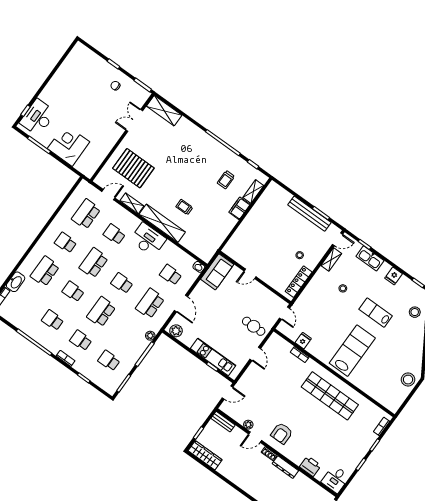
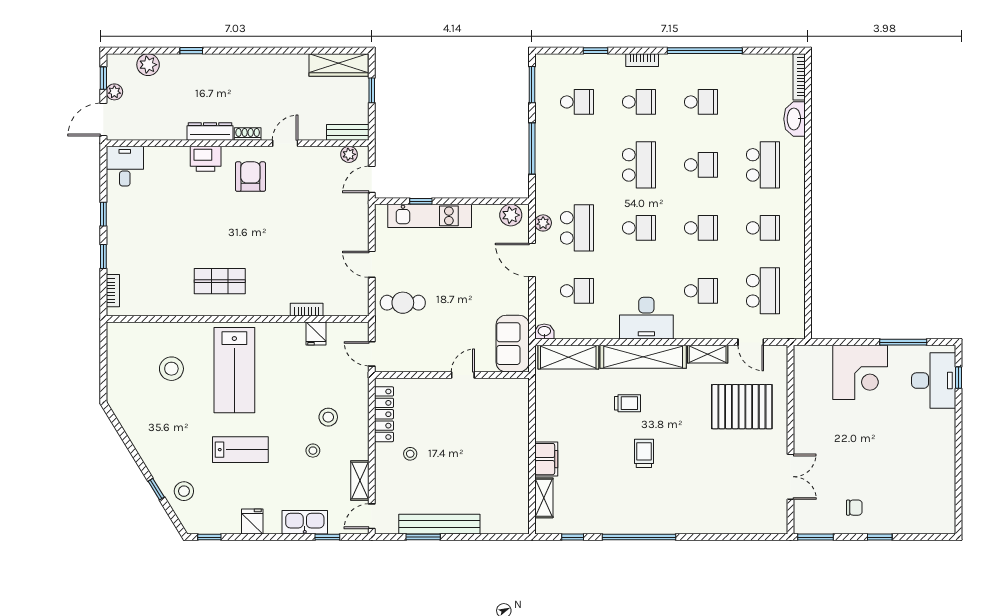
shelving: (164, 111) -> (568, 357), moved
trolley: (226, 180) -> (644, 453), moved
door: (108, 195) -> (751, 342), hinge flipped
school desk: (94, 263) -> (701, 228), width x0.54
stool: (325, 299) -> (328, 417), added
plant: (150, 336) -> (543, 223), moved
stool: (408, 380) -> (171, 369), moved
shop shelf: (330, 396) -> (220, 281), width x0.50, depth x0.74
plant: (248, 425) -> (349, 154), moved
printer: (310, 466) -> (206, 159), moved

